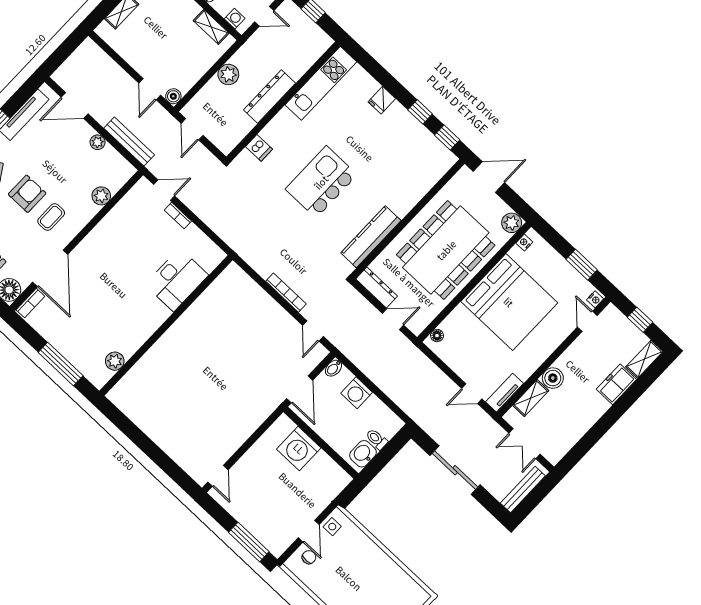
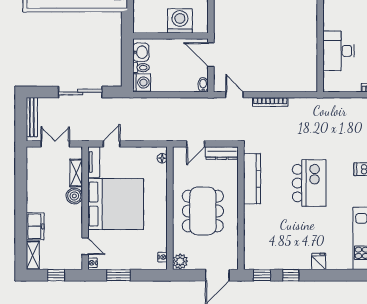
dining table: (446, 250) -> (203, 211), width x0.73, depth x0.80
bed: (509, 302) -> (116, 204), moved, turned 180
washing machine: (357, 393) -> (142, 83), moved, turned 90

